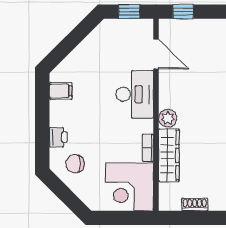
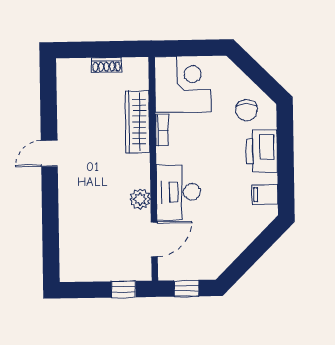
door: (156, 54) -> (154, 239), swing flipped
plant: (168, 118) -> (140, 199), moved
printer: (58, 137) -> (262, 151), width x1.87, depth x1.48
chair: (75, 164) -> (247, 110), turned 90

